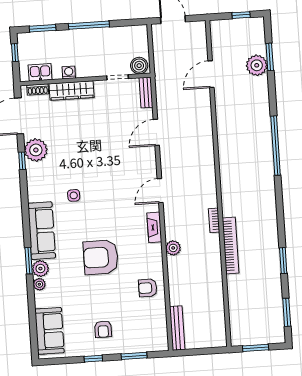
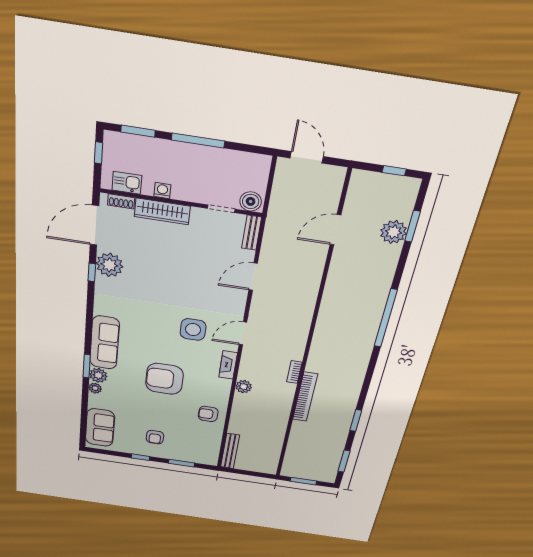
side table: (74, 195) -> (193, 329), moved, width x1.87, depth x1.87

